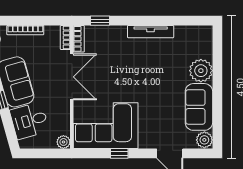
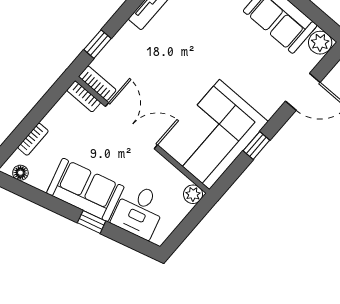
bookcase: (25, 30) -> (33, 139), width x0.64

